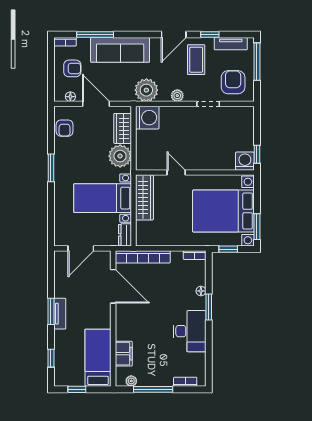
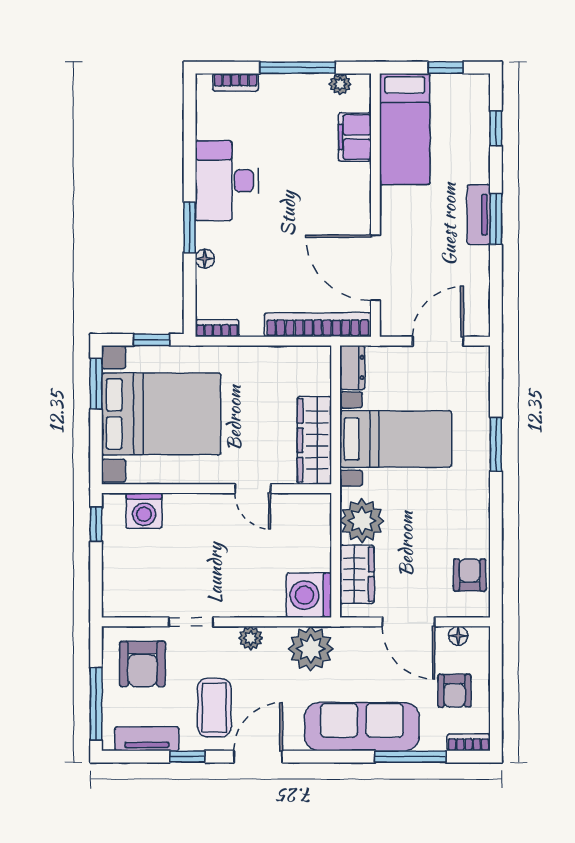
armchair: (72, 68) -> (454, 691), turned -90
washing machine: (245, 161) -> (144, 511), moved
window: (51, 168) -> (496, 444), moved

